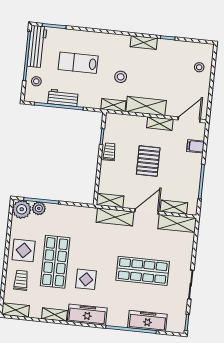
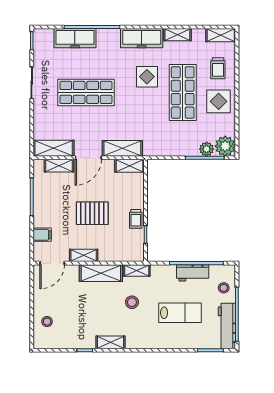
pallet: (148, 161) -> (92, 213), turned 90

